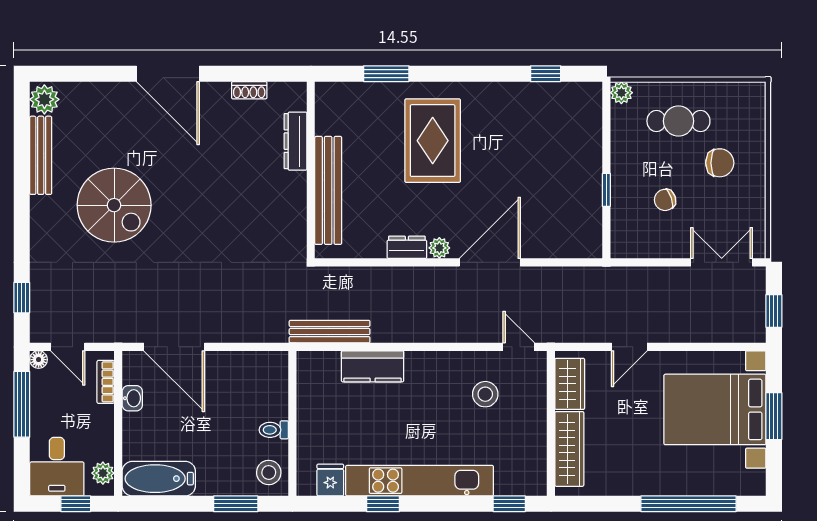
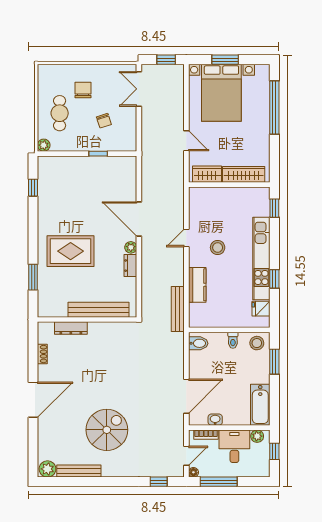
door: (519, 347) -> (186, 238), moved
bidet: (268, 368) -> (198, 343), added
stool: (485, 394) -> (218, 248), moved
desk: (57, 467) -> (234, 446), moved, turned -90

